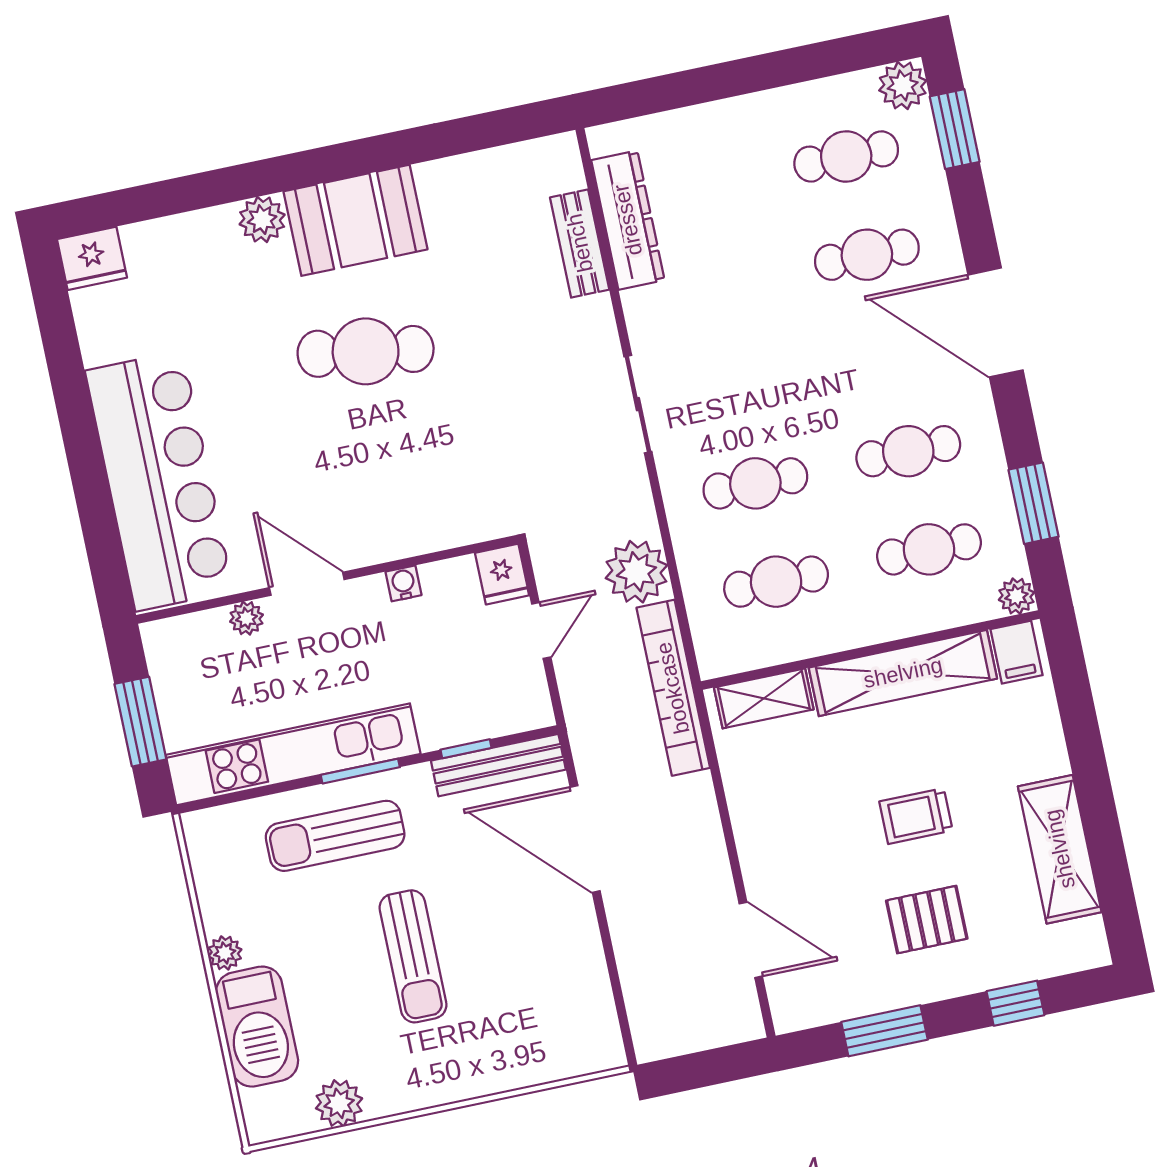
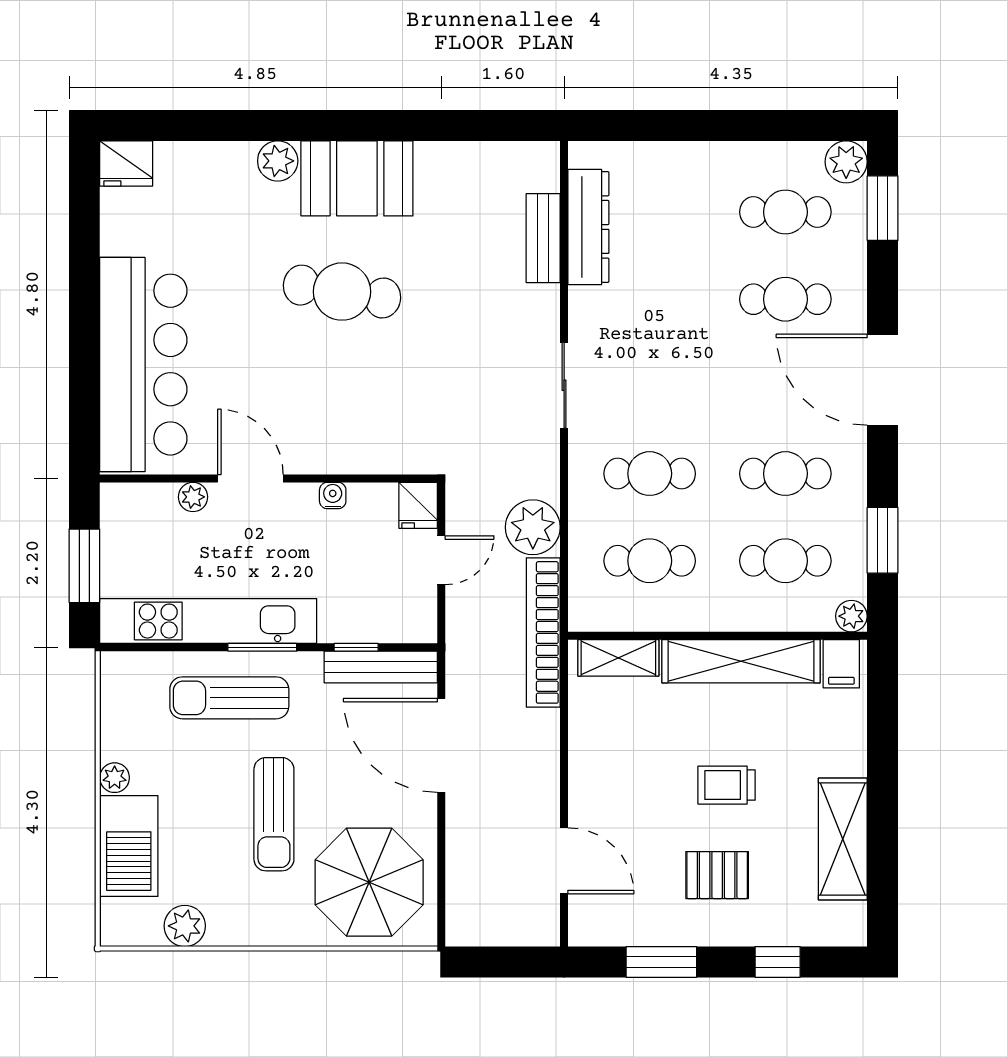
parasol: (536, 1010) -> (369, 882), added

